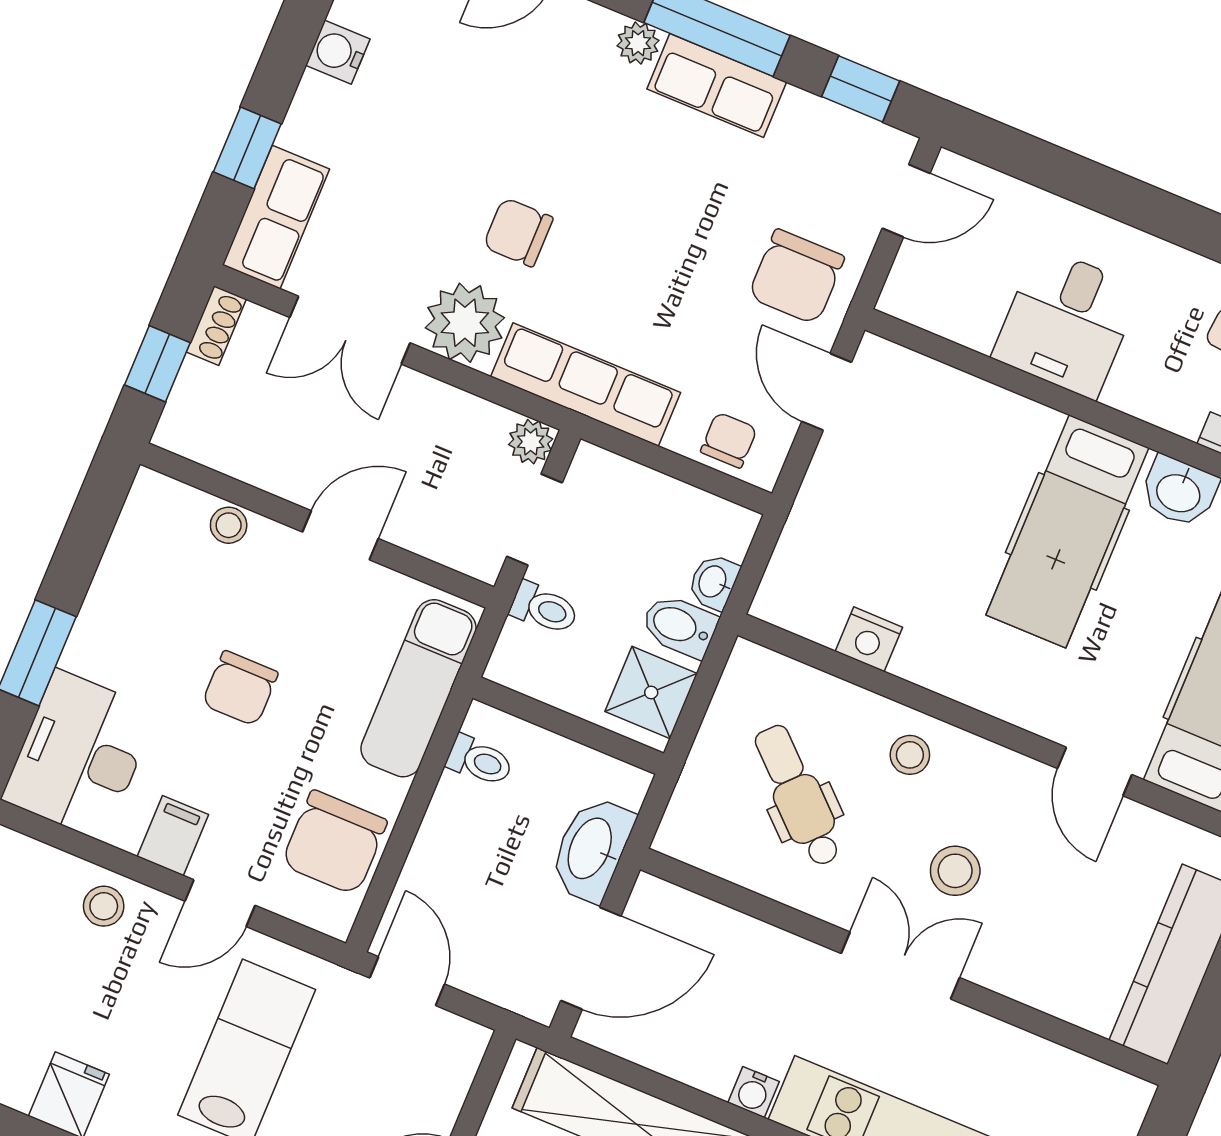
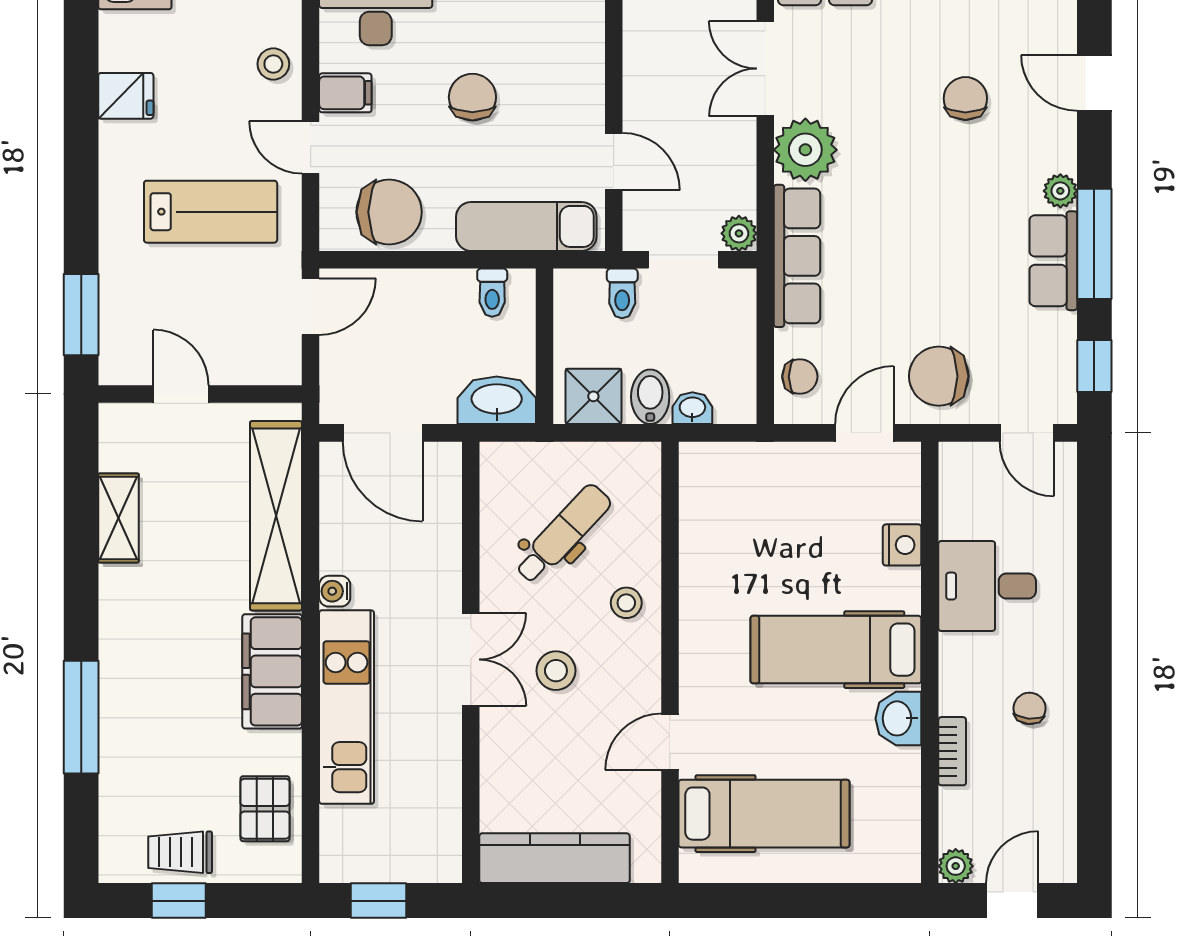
chair: (518, 232) -> (965, 98), moved
stool: (229, 525) -> (587, 40), removed
door: (340, 535) -> (614, 161), moved
nightstand: (869, 639) -> (902, 545), moved, turned 180
chair: (240, 688) -> (472, 97), turned 90
chair: (334, 843) -> (389, 212), turned 180
washbasin: (591, 849) -> (497, 400), moved

